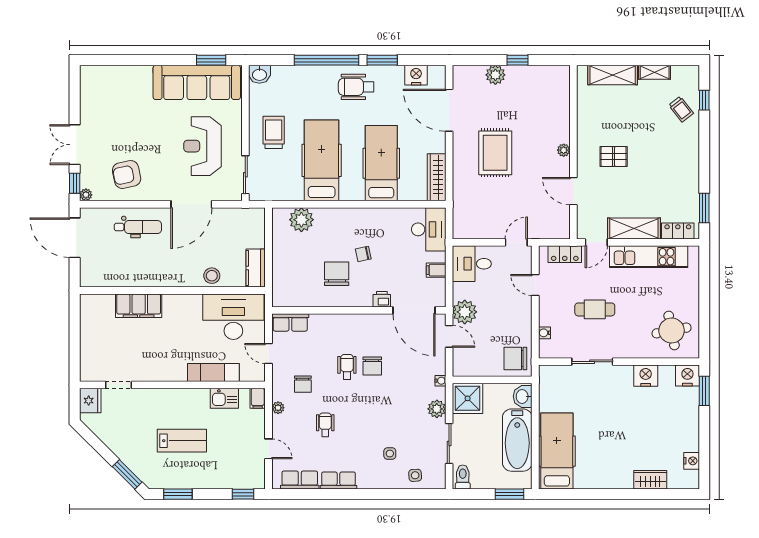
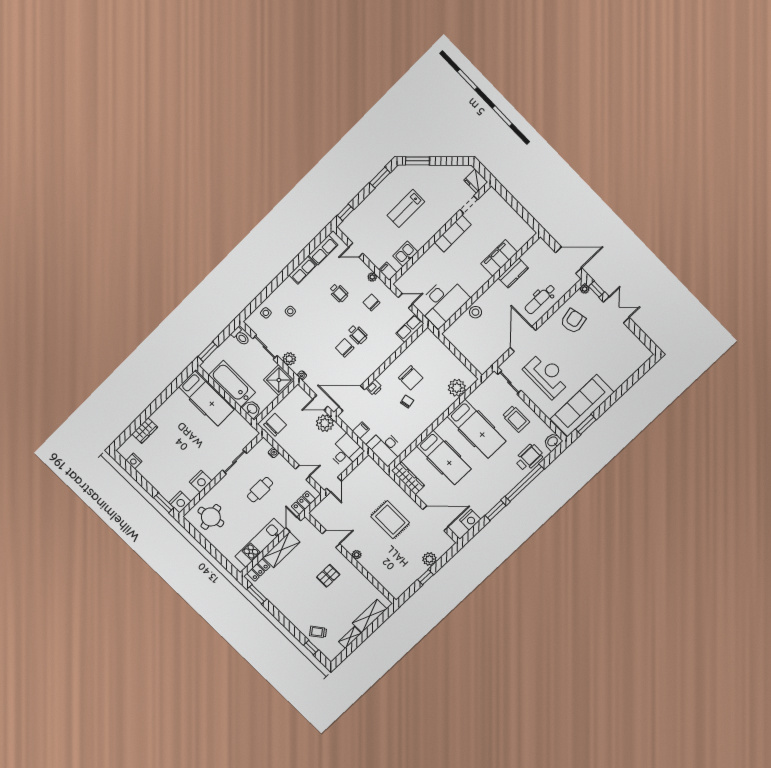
wheelchair: (356, 87) -> (529, 458), moved
kitchen counter: (256, 268) -> (513, 273), moved, turned 90
exam couch: (213, 373) -> (453, 234), moved

